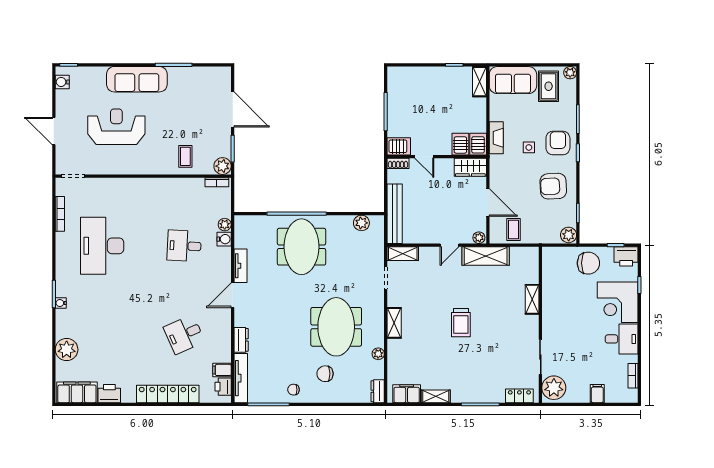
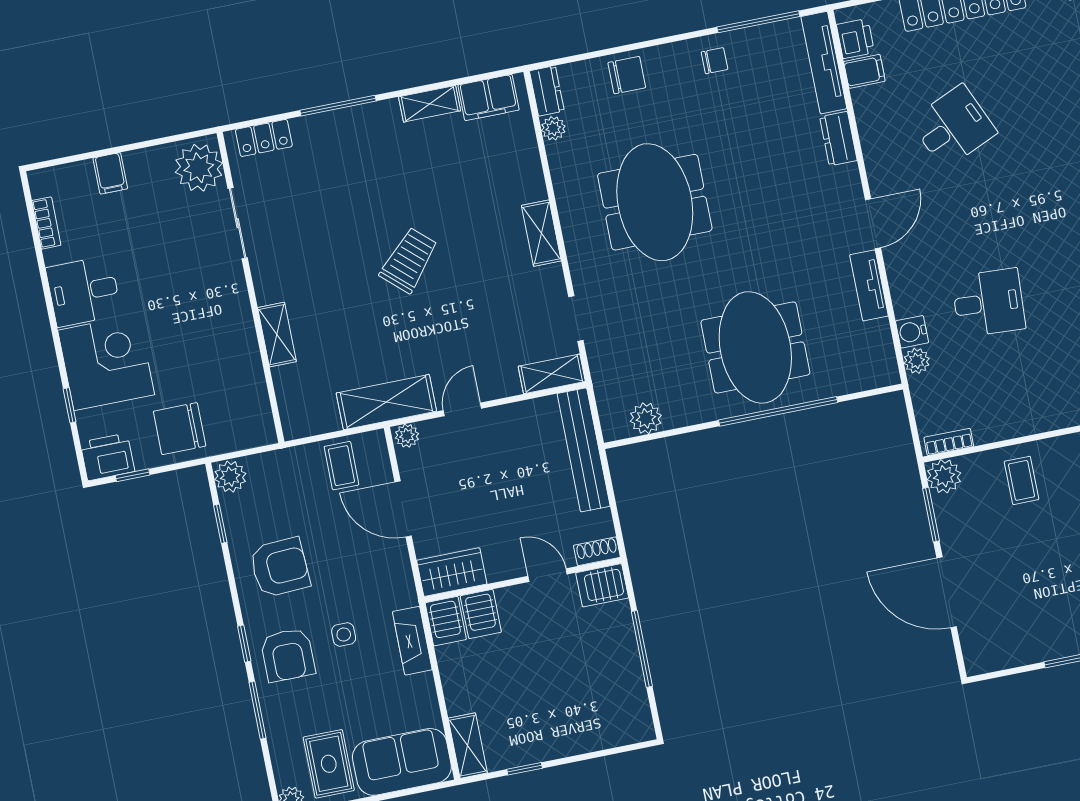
trolley: (461, 323) -> (409, 260), turned 42
plant: (378, 354) -> (553, 128), moved
chair: (325, 374) -> (627, 75), moved

